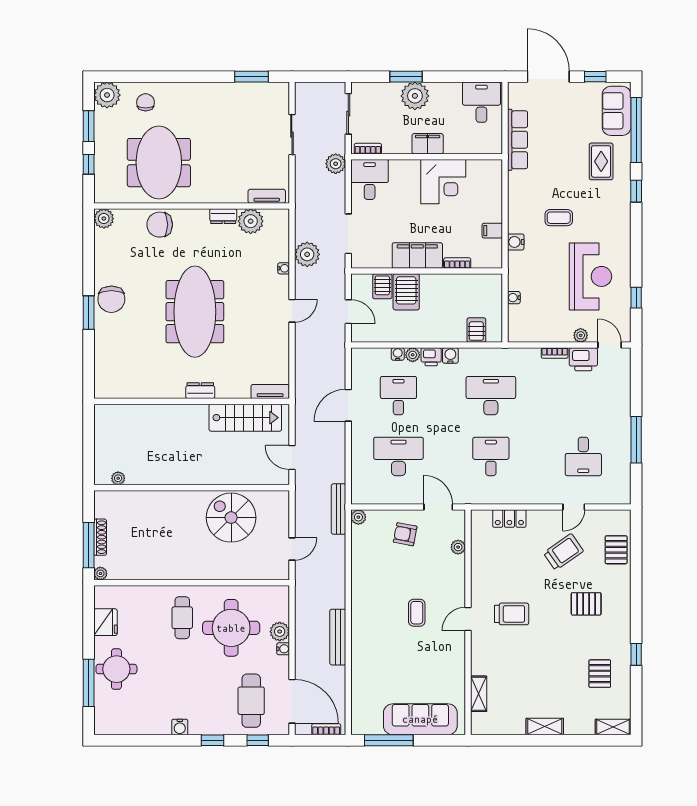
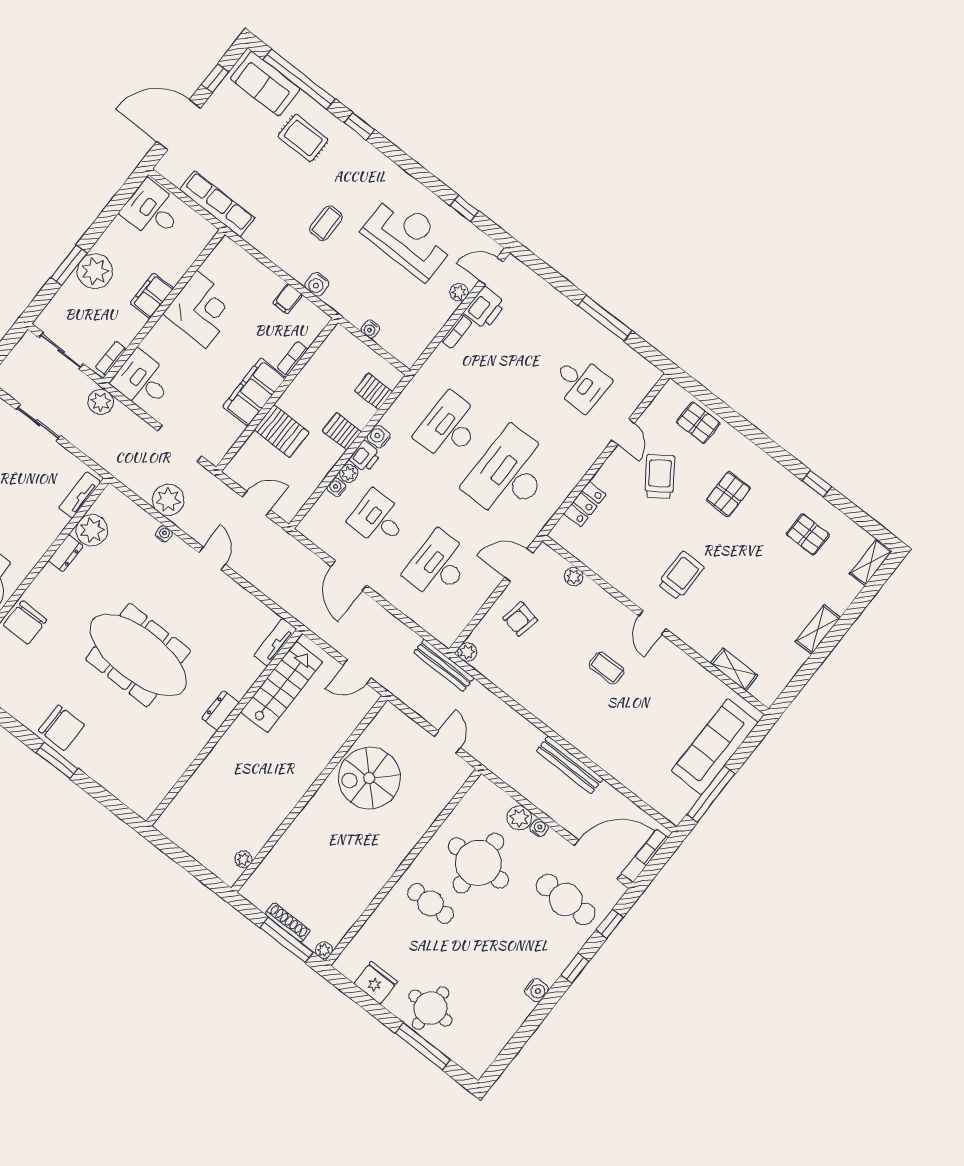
server rack: (382, 286) -> (342, 431), moved, turned 180
desk: (491, 456) -> (509, 474), width x1.87, depth x1.30

